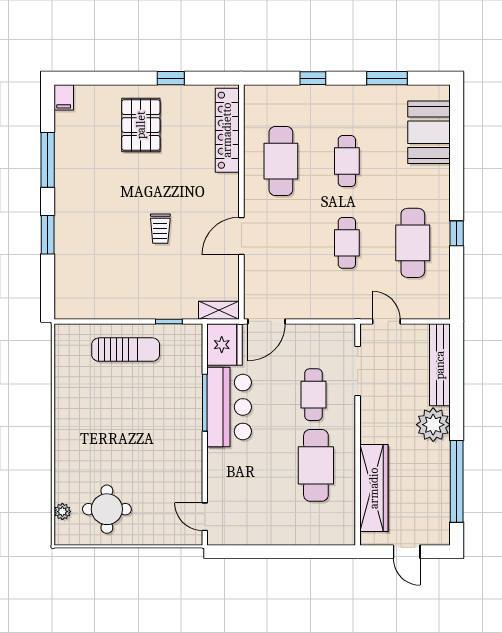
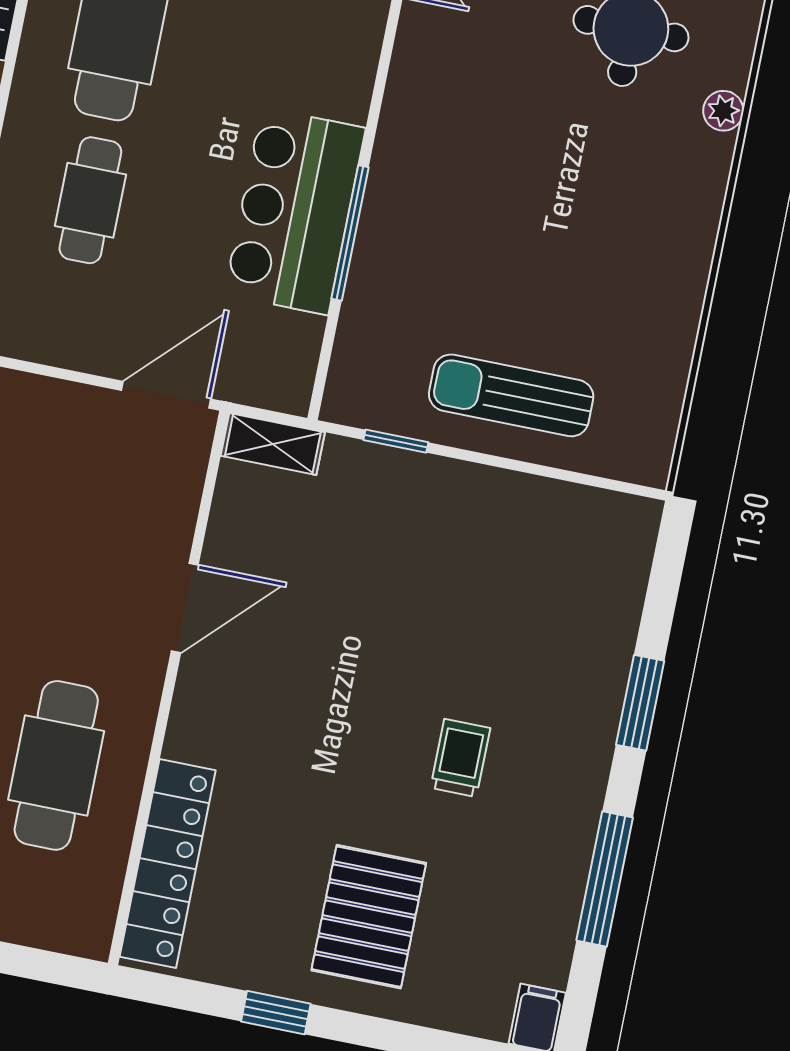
trolley: (160, 229) -> (460, 758), moved
fridge: (225, 345) -> (276, 360), removed
plant: (62, 512) -> (723, 111), moved

